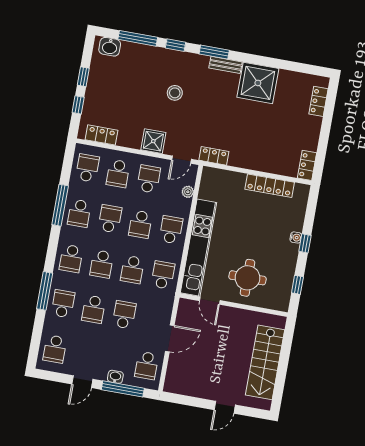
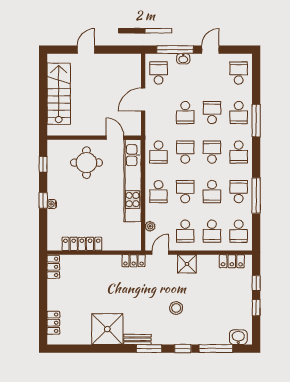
school desk: (118, 174) -> (212, 231), turned 180
school desk: (71, 258) -> (239, 152), turned 180

